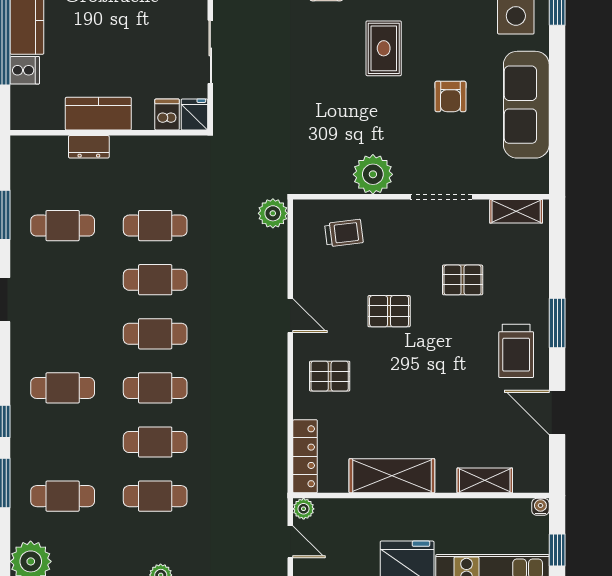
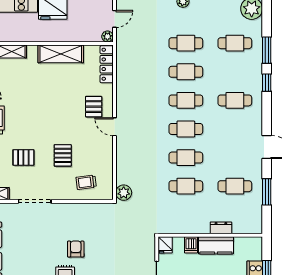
armchair: (450, 96) -> (76, 249), moved
dishwasher: (167, 115) -> (191, 245), moved
plant: (373, 174) -> (71, 213), removed
pallet: (389, 311) -> (63, 155), moved, turned 90
door: (290, 316) -> (114, 127), moved
pallet: (330, 376) -> (94, 107), turned 90
door: (290, 542) -> (114, 19), swing flipped

